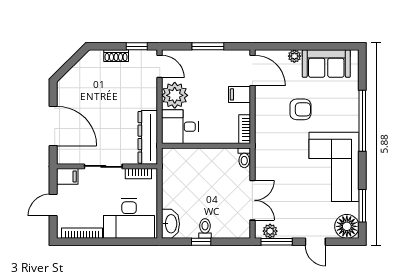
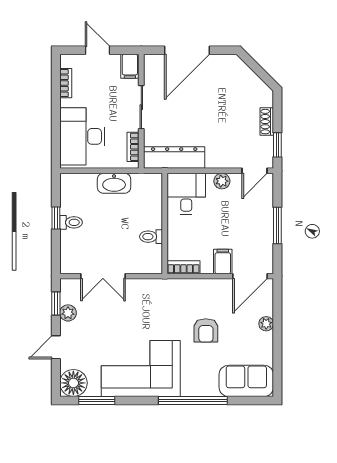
sofa: (326, 64) -> (246, 381), moved, turned 90
plant: (175, 95) -> (222, 181), width x0.53, depth x0.53
toilet: (244, 158) -> (151, 237), moved
washbasin: (171, 224) -> (114, 183), moved
plant: (270, 231) -> (68, 313), moved
bookcase: (82, 233) -> (66, 83), width x0.64
window: (277, 242) -> (56, 303), width x0.67

